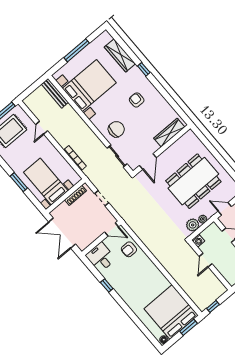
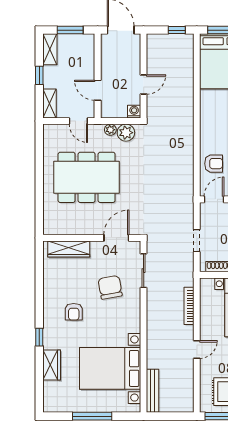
wardrobe: (120, 55) -> (52, 365), width x0.67
door: (42, 128) -> (197, 350), moved
chair: (116, 129) -> (110, 287), moved, turned 80
door: (112, 229) -> (214, 199), hinge flipped

